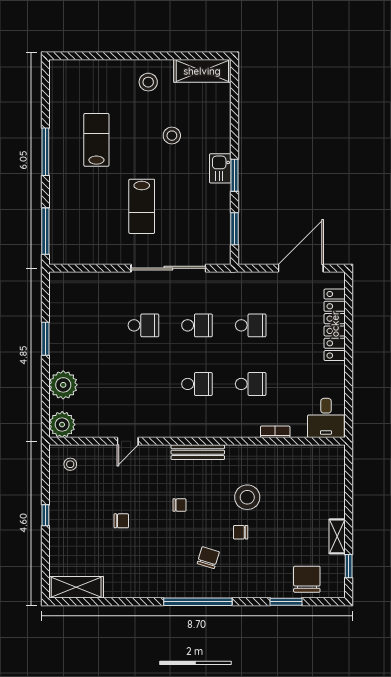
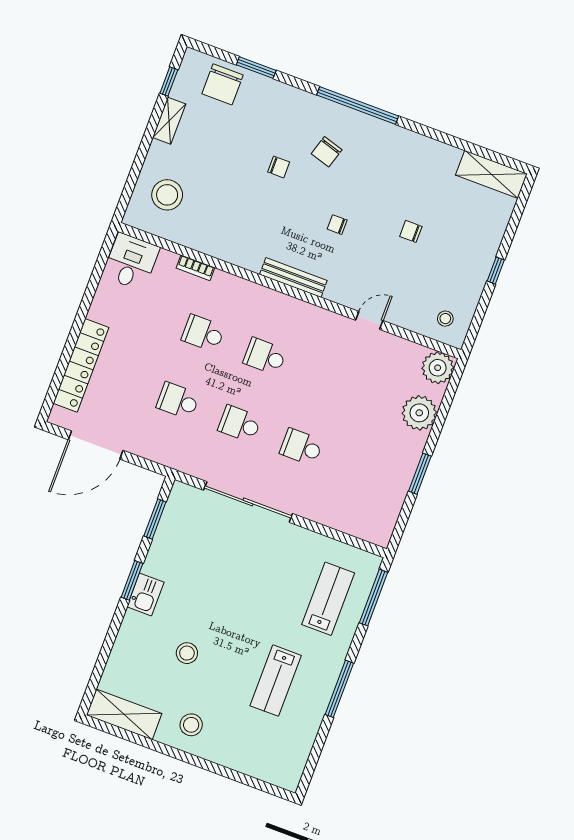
lab bench: (142, 206) -> (328, 599), moved
stool: (247, 497) -> (167, 195), moved

